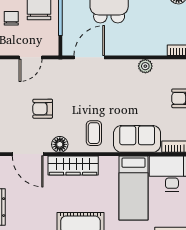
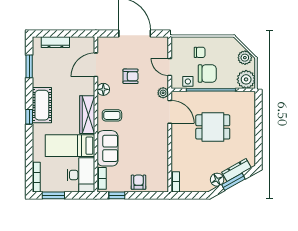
side table: (49, 34) -> (188, 81), added
plant: (145, 66) -> (163, 93), moved
armchair: (43, 109) -> (131, 76), turned 90
wardrobe: (73, 165) -> (87, 115), moved

